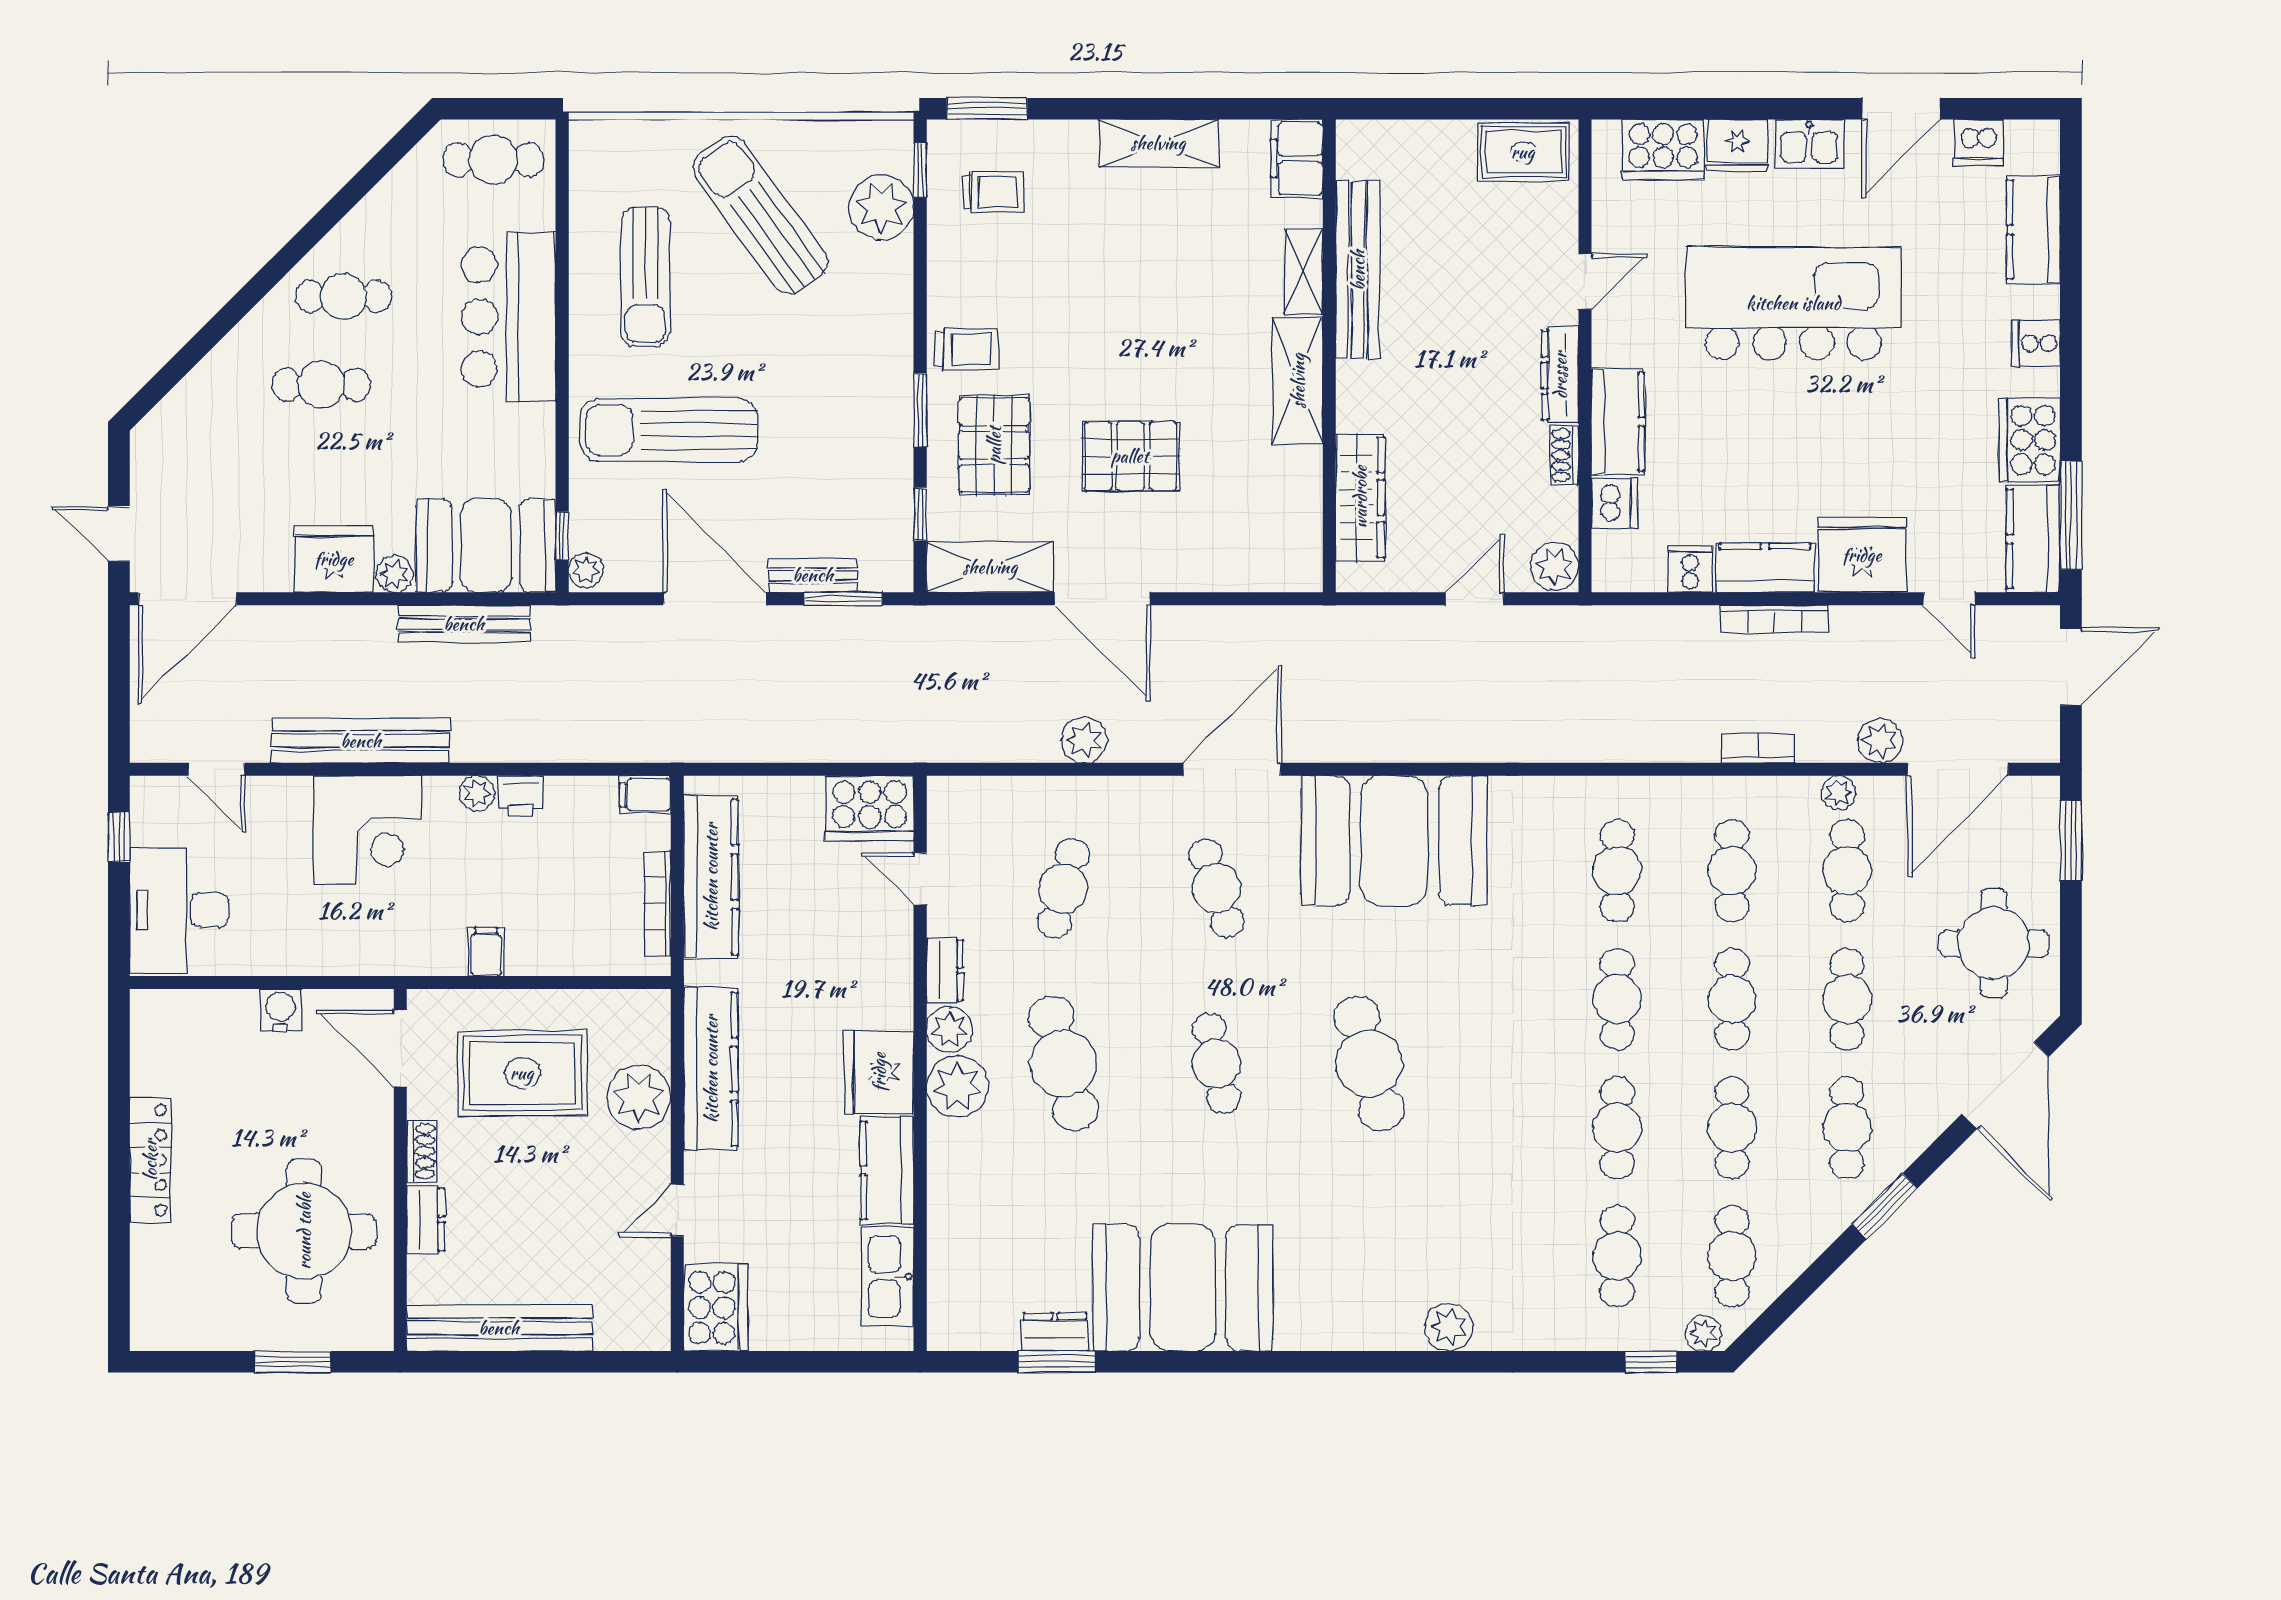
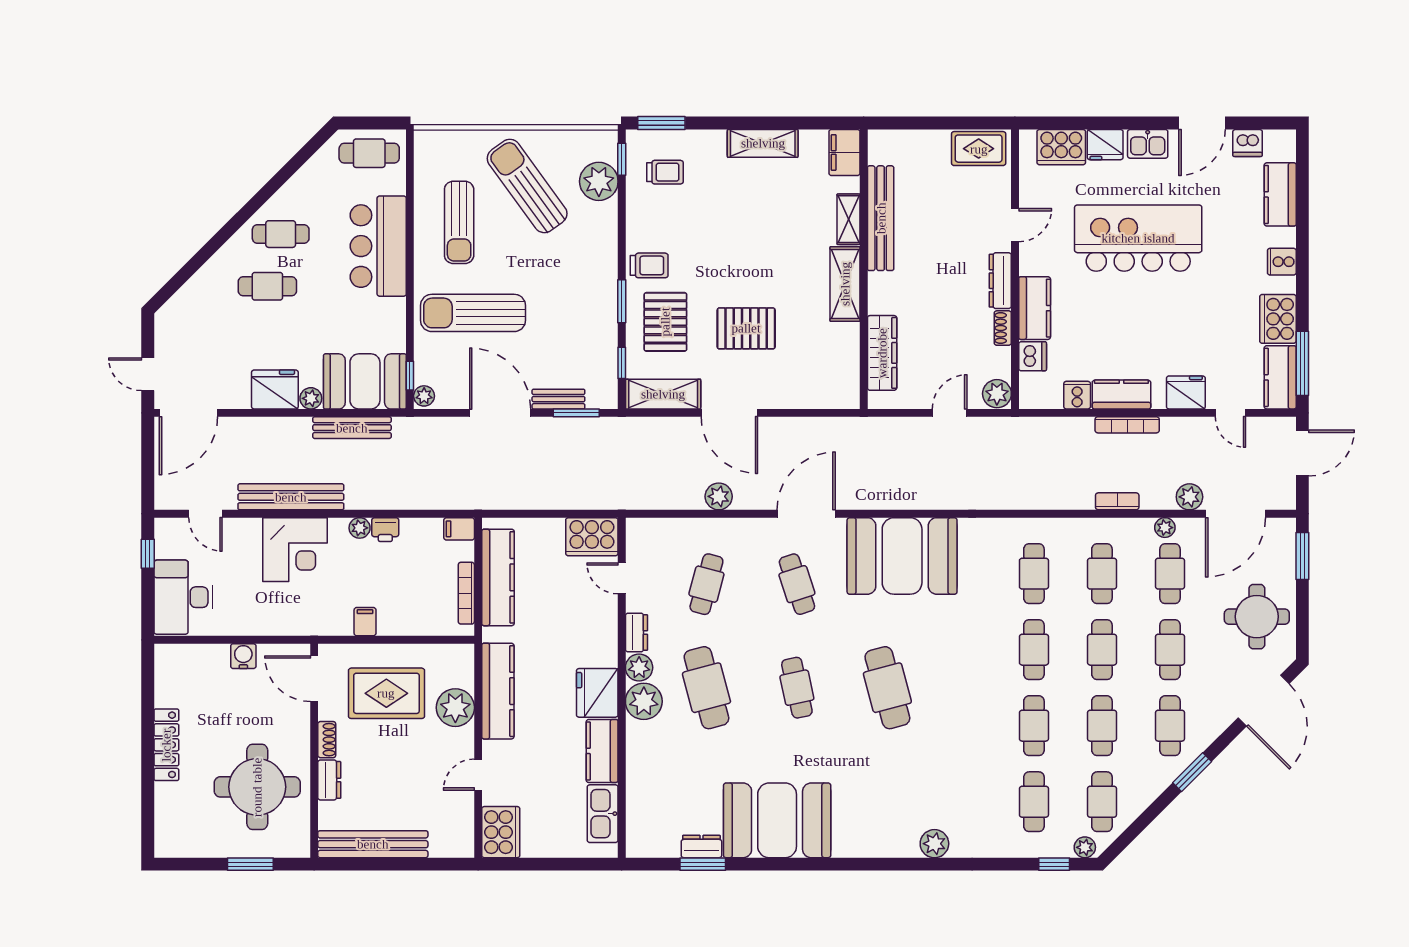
fridge: (1862, 555) -> (1186, 392), width x0.73, depth x0.75

